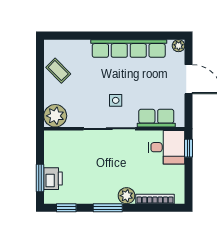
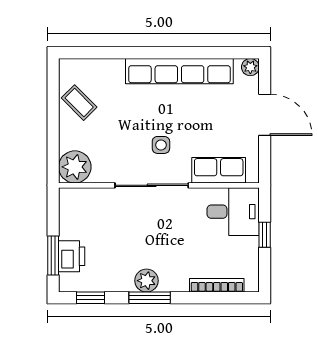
window: (189, 148) -> (265, 235), moved
plant: (126, 196) -> (146, 281), moved

